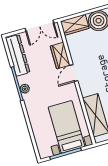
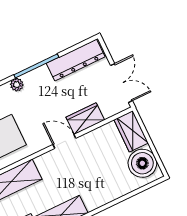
double door: (39, 26) -> (121, 83), swing flipped
plant: (25, 89) -> (17, 85), moved

